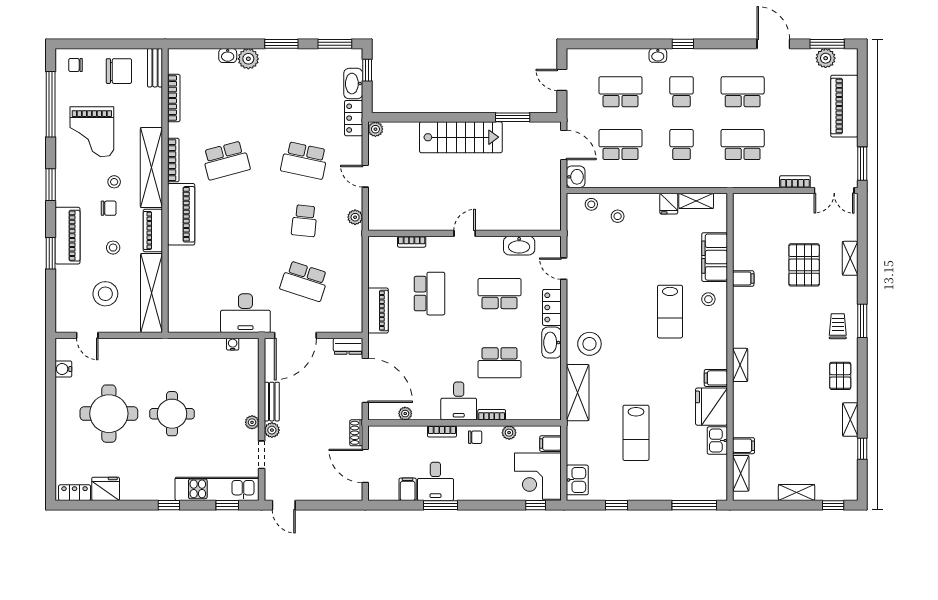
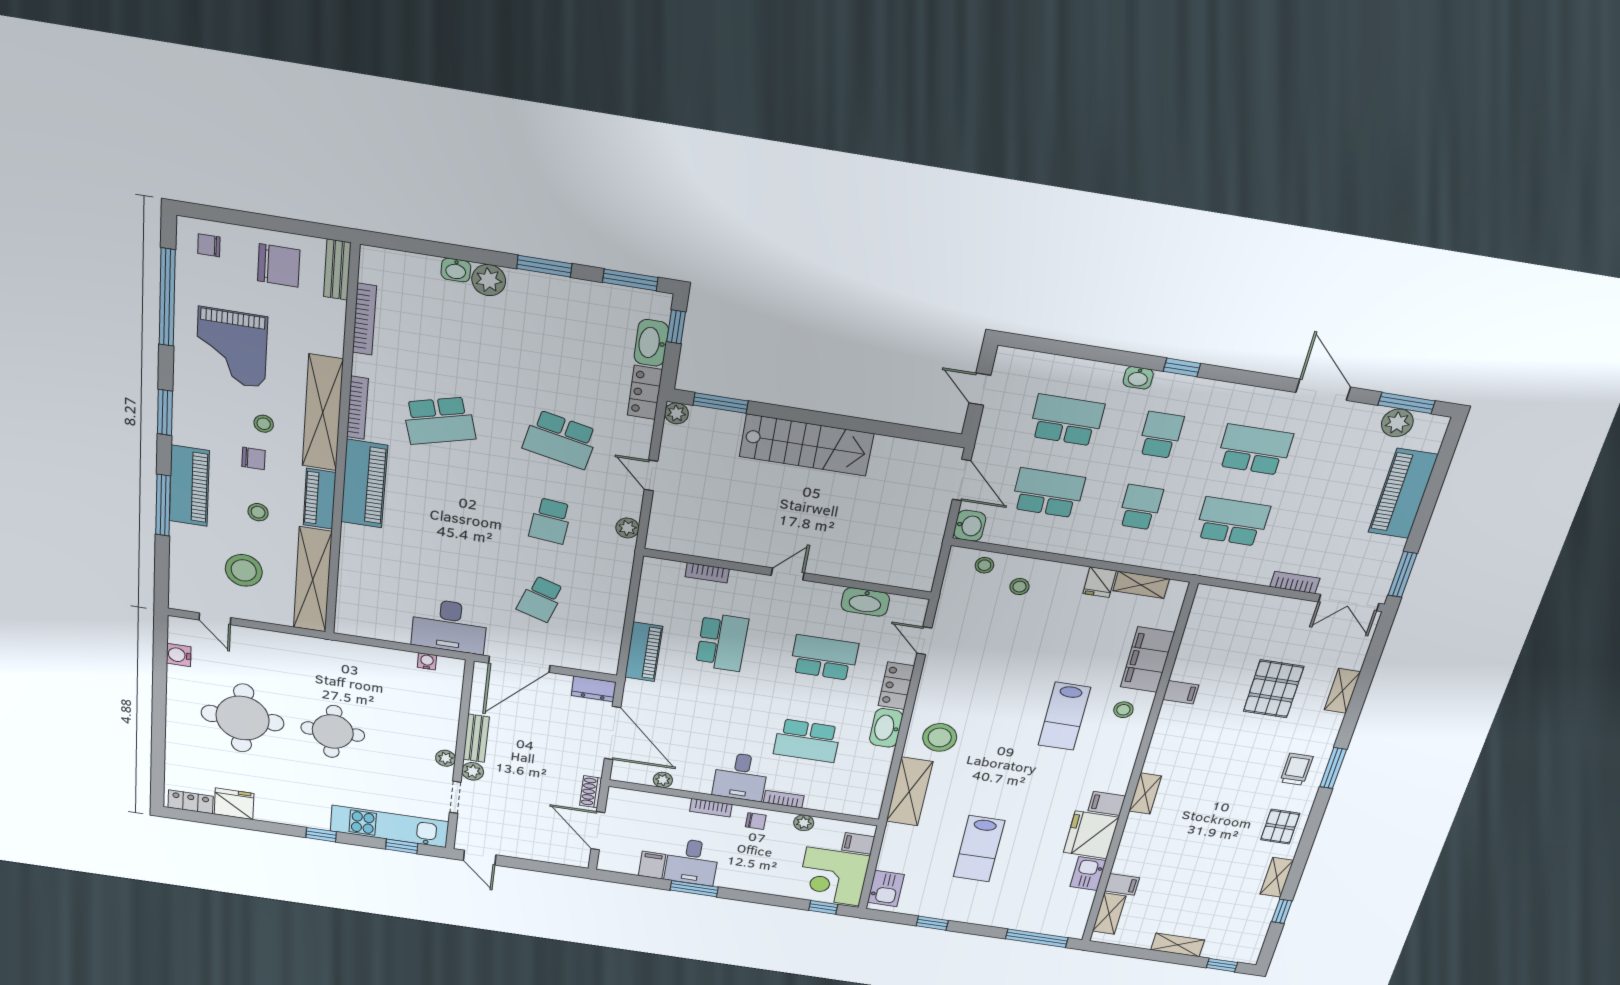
window: (513, 117) -> (721, 403), moved
window: (51, 253) -> (163, 505), width x1.44
school desk: (304, 281) -> (541, 599), width x0.54

